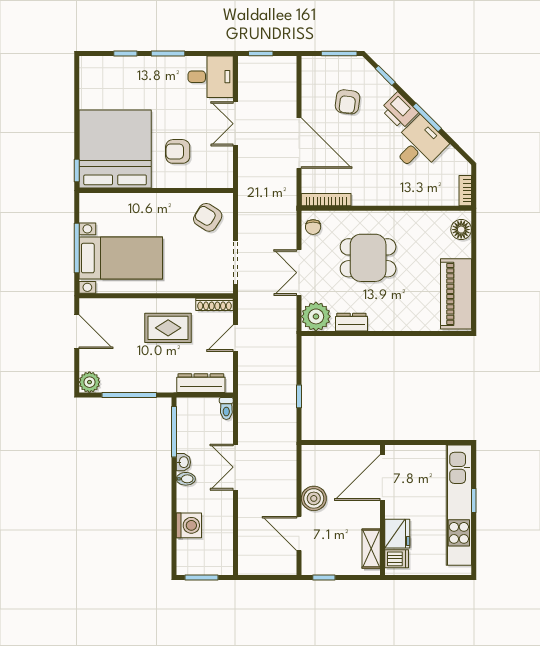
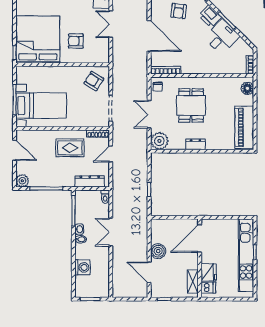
dining table: (368, 258) -> (191, 105), turned 90
dresser: (351, 322) -> (195, 144), moved

